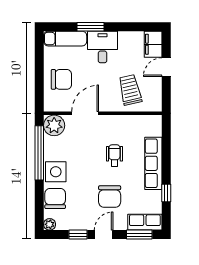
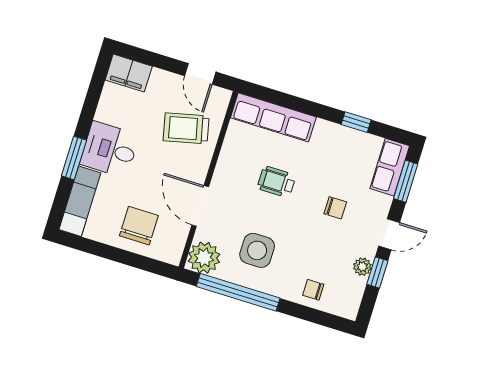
door: (166, 67) -> (200, 74), moved
row of seats: (153, 163) -> (273, 117), moved
side table: (56, 172) -> (257, 250), moved
chair: (110, 196) -> (335, 208), width x0.54, depth x0.54
chair: (55, 199) -> (313, 290), width x0.54, depth x0.54
plant: (50, 224) -> (362, 267), moved
door: (104, 235) -> (389, 234), swing flipped

